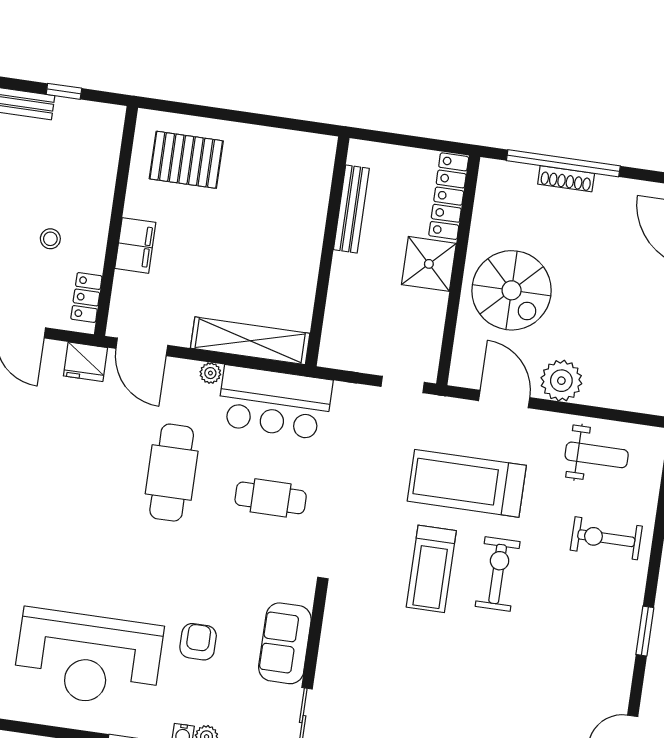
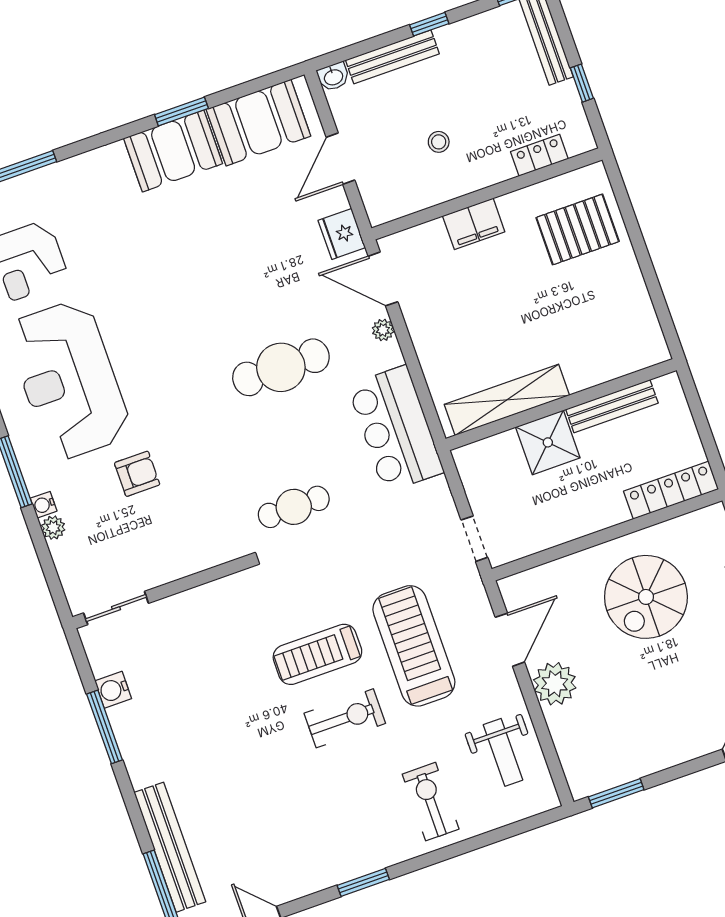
pallet: (186, 160) -> (578, 229), turned 90
shower: (429, 264) -> (548, 442), moved
spiral stairs: (512, 290) -> (646, 597), moved
locker: (86, 298) -> (539, 155), moved
shelving: (250, 341) -> (507, 400), moved, turned 90
door: (142, 347) -> (383, 279), hinge flipped
plant: (210, 373) -> (383, 330), moved
cafe table: (271, 498) -> (294, 507), moved, turned 90
sofa: (285, 643) -> (178, 555), removed

